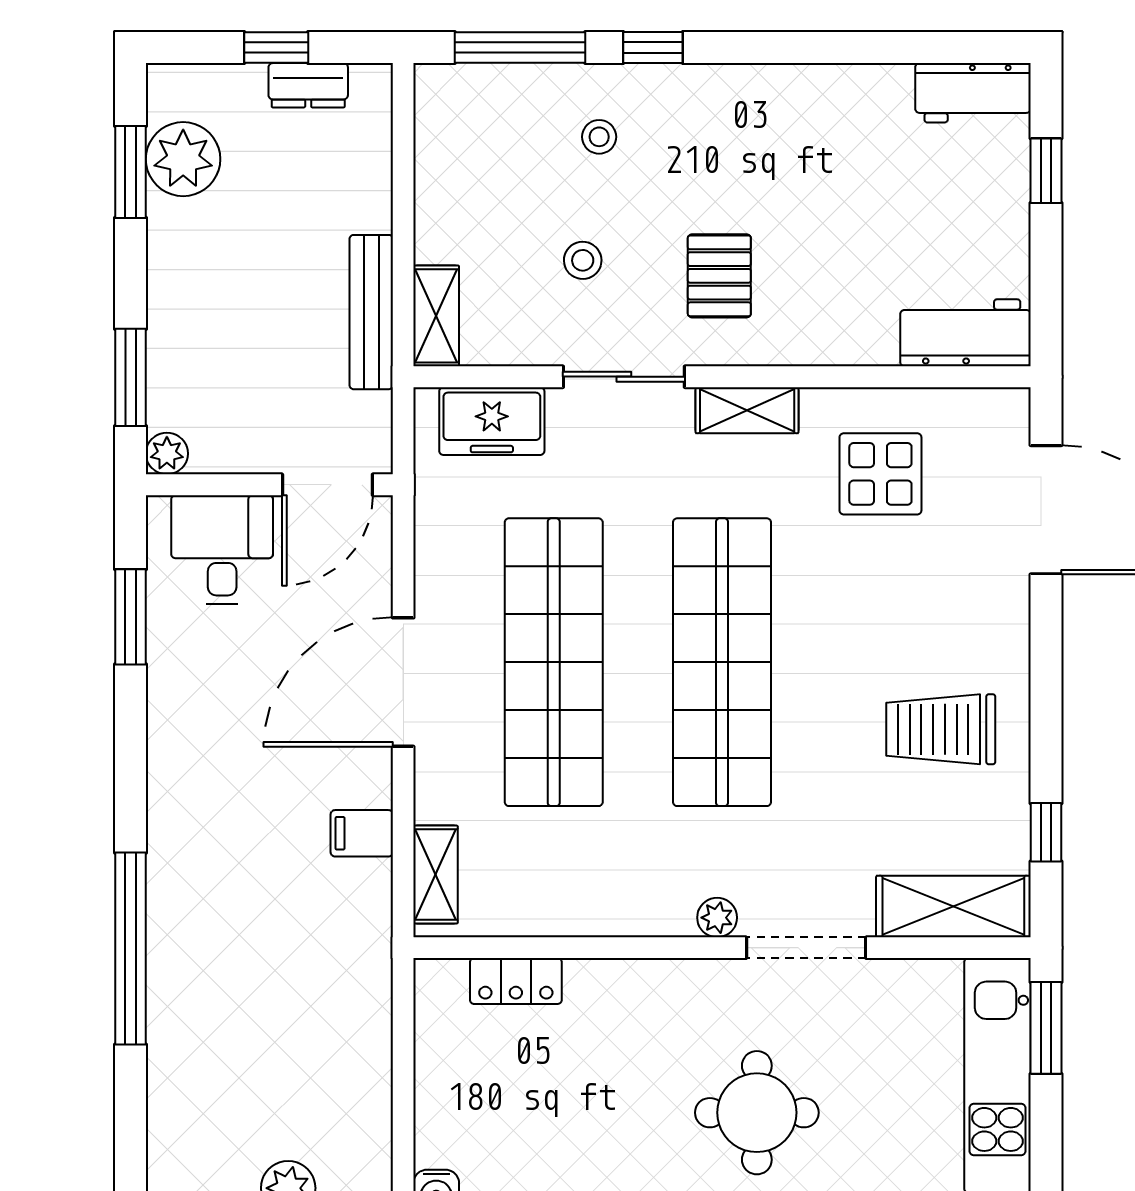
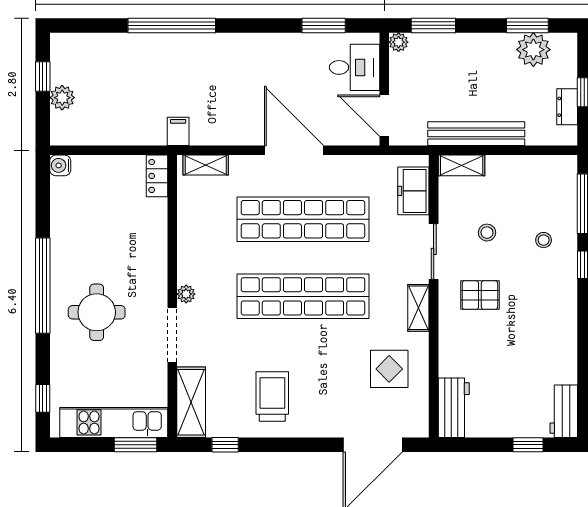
bench: (371, 312) -> (476, 134), width x1.37, depth x1.21
filing cabinet: (362, 833) -> (178, 131), moved
locker: (516, 981) -> (157, 176), moved

